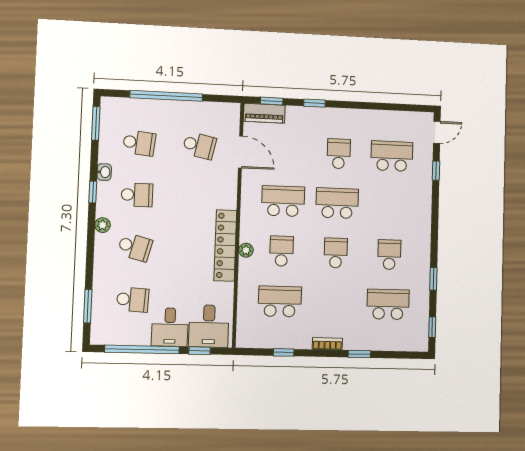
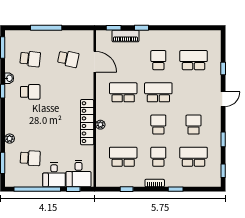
window: (166, 96) -> (46, 28), width x0.68
piano: (264, 113) -> (125, 36), moved
door: (437, 132) -> (223, 99), moved
plant: (103, 225) -> (10, 139), moved
school desk: (135, 247) -> (30, 125), removed
school desk: (281, 251) -> (158, 157), moved

